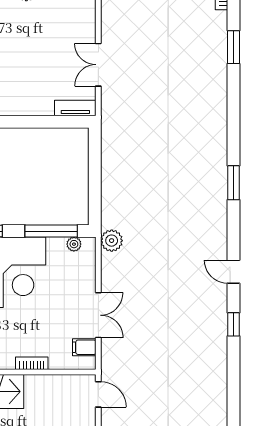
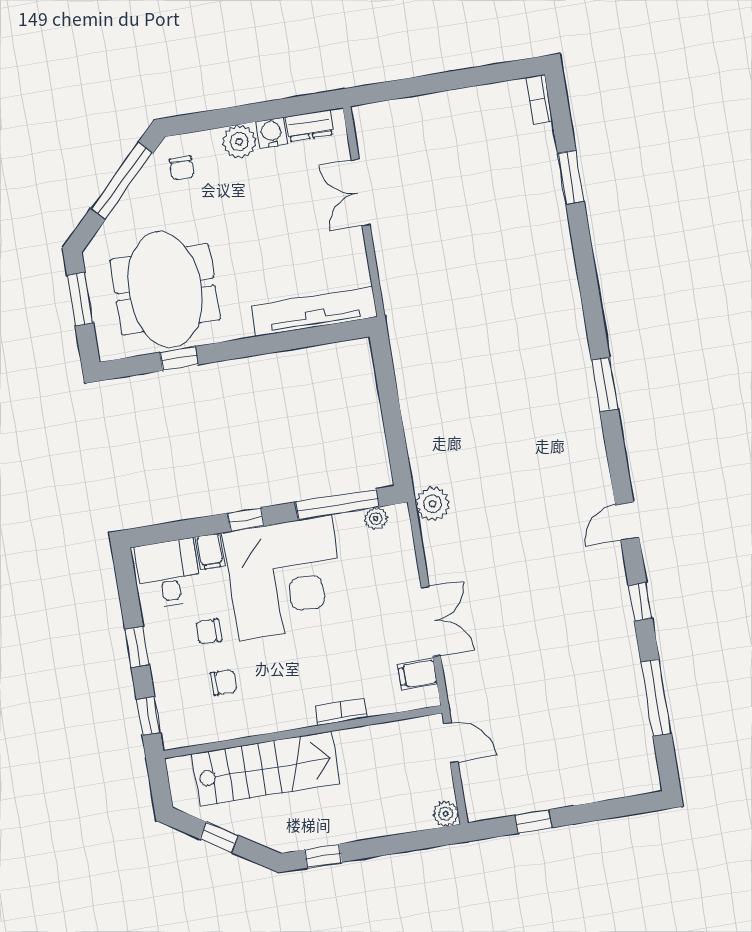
double door: (98, 65) -> (361, 193), moved
tv unit: (75, 108) -> (314, 311), width x1.92, depth x1.29
door: (233, 272) -> (627, 521), hinge flipped
window: (233, 387) -> (656, 697), added

